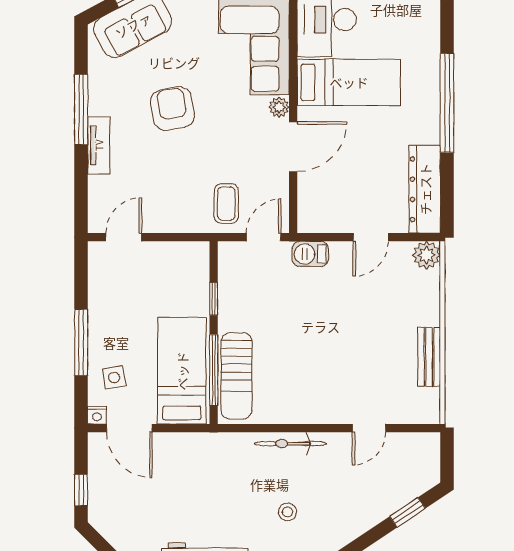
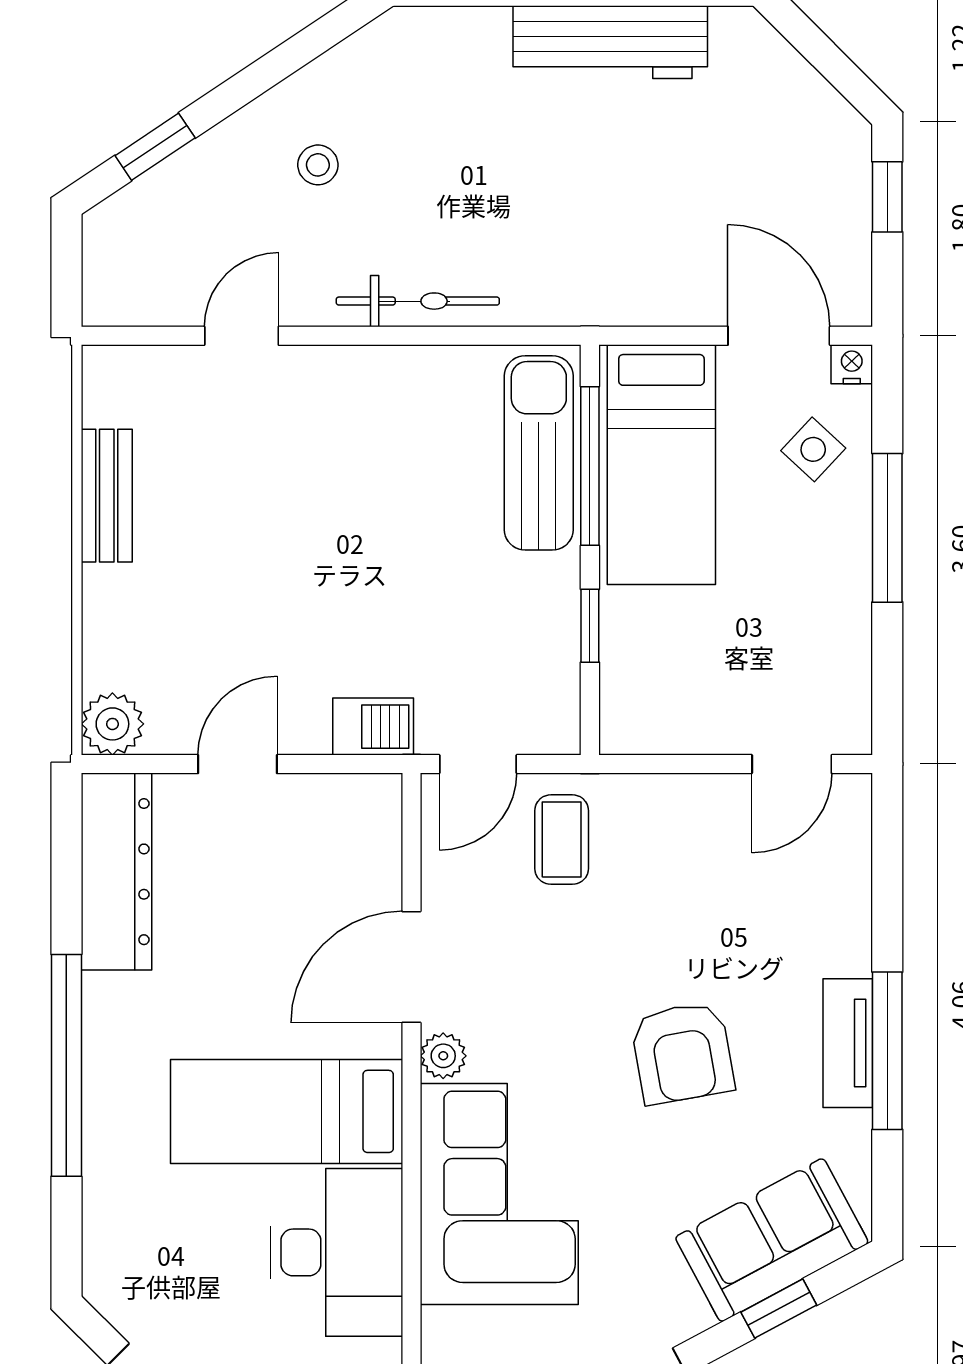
tv unit: (99, 145) -> (848, 1043), moved
side table: (114, 377) -> (813, 449), turned -37
stool: (287, 512) -> (318, 165), moved

